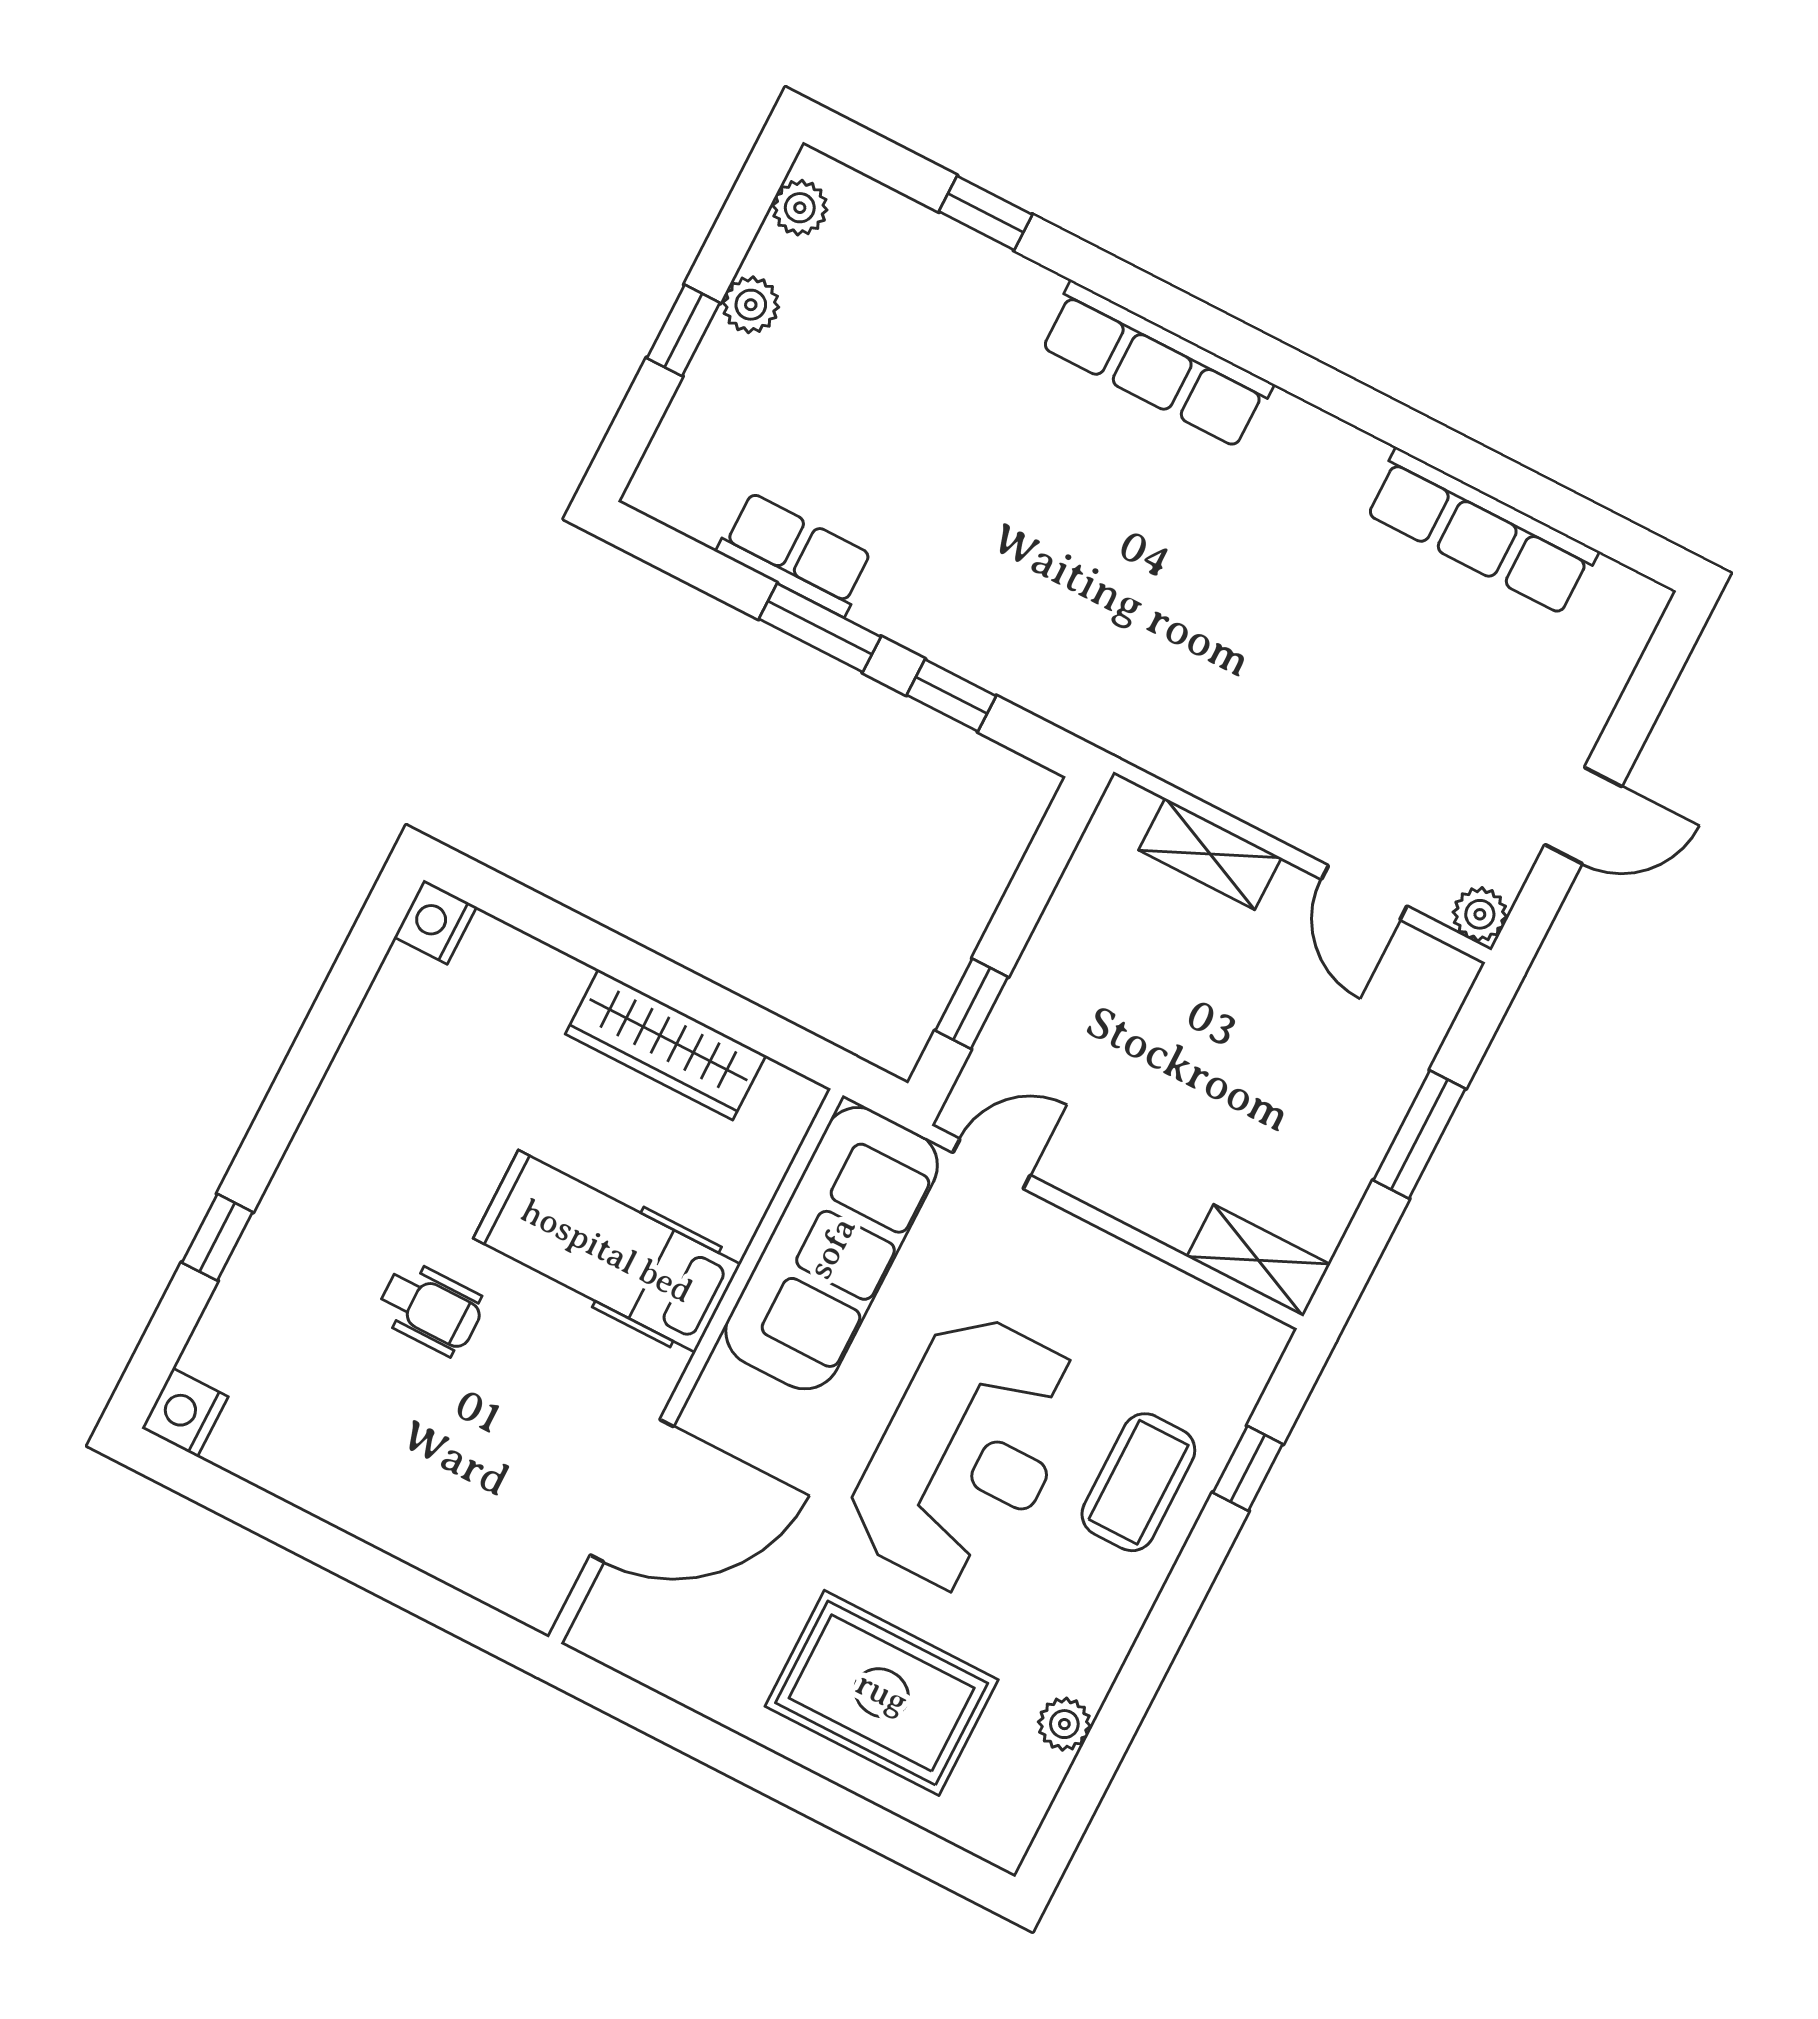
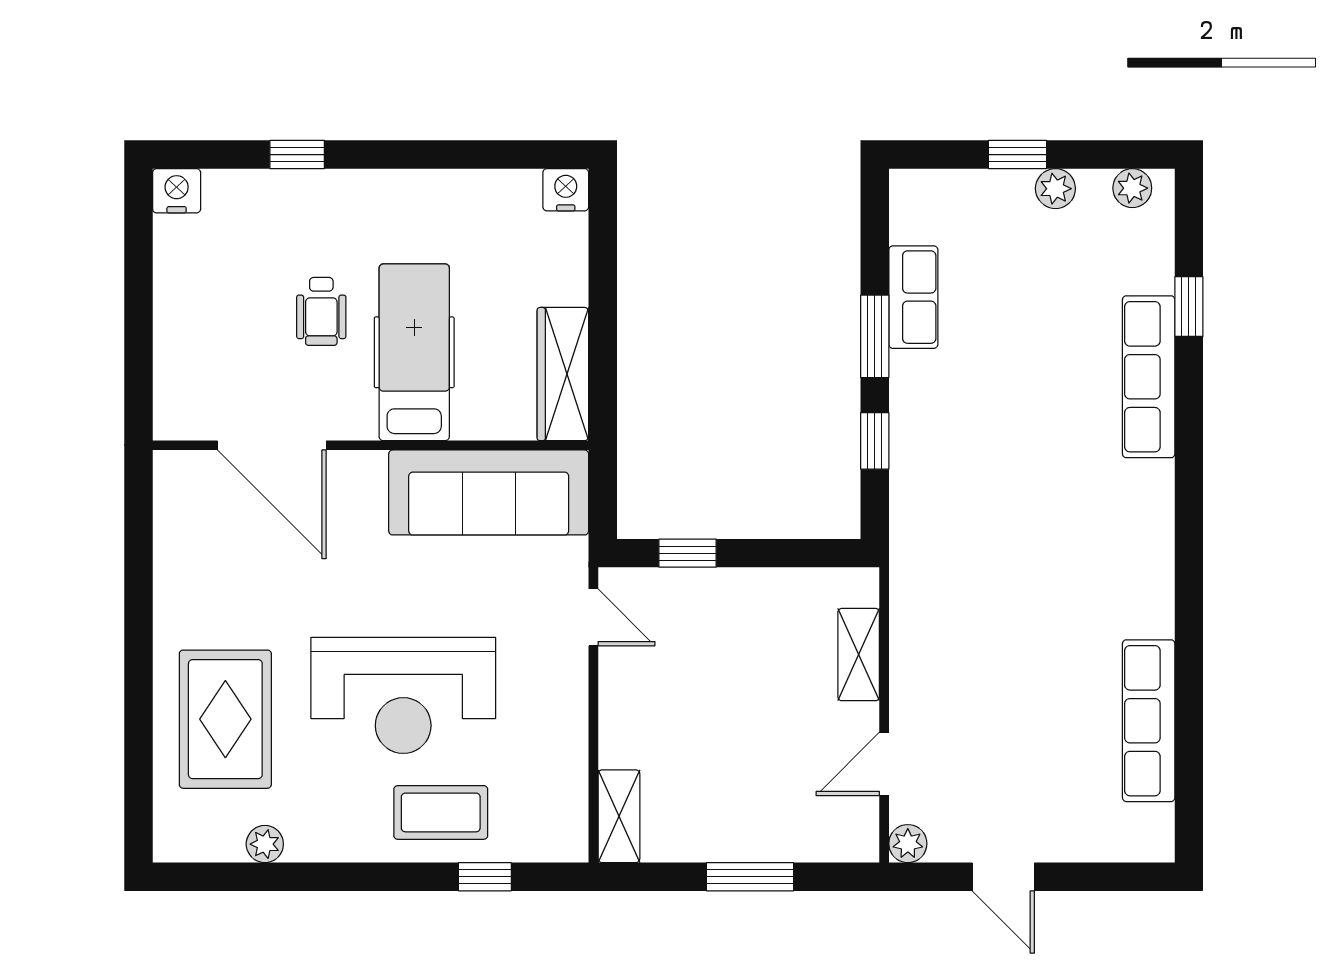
row of seats: (1156, 365) -> (1149, 377), moved
sofa: (832, 1248) -> (489, 492), moved
hospital bed: (607, 1251) -> (414, 352), moved
wall: (696, 1366) -> (371, 445), moved
door: (632, 1491) -> (272, 445), moved

